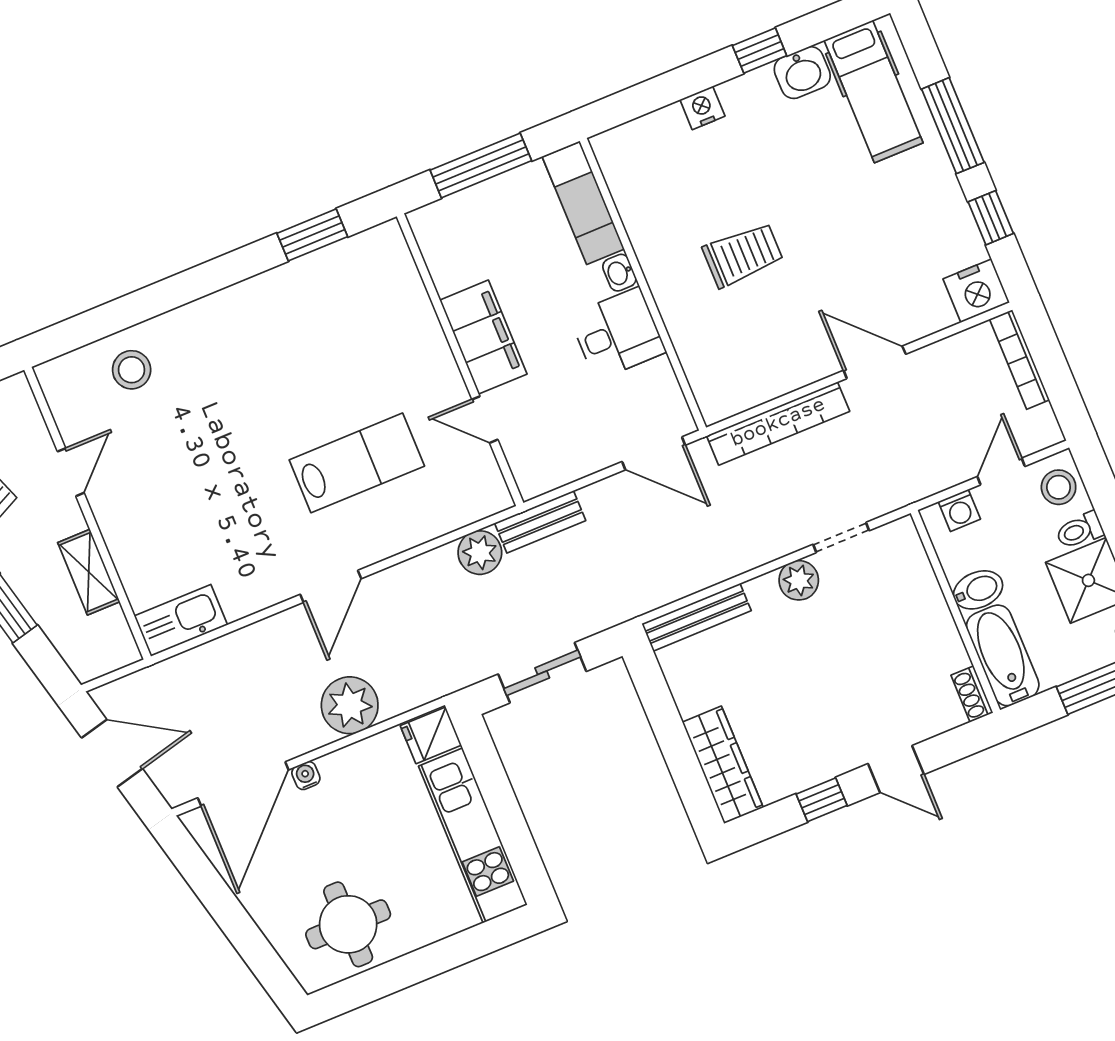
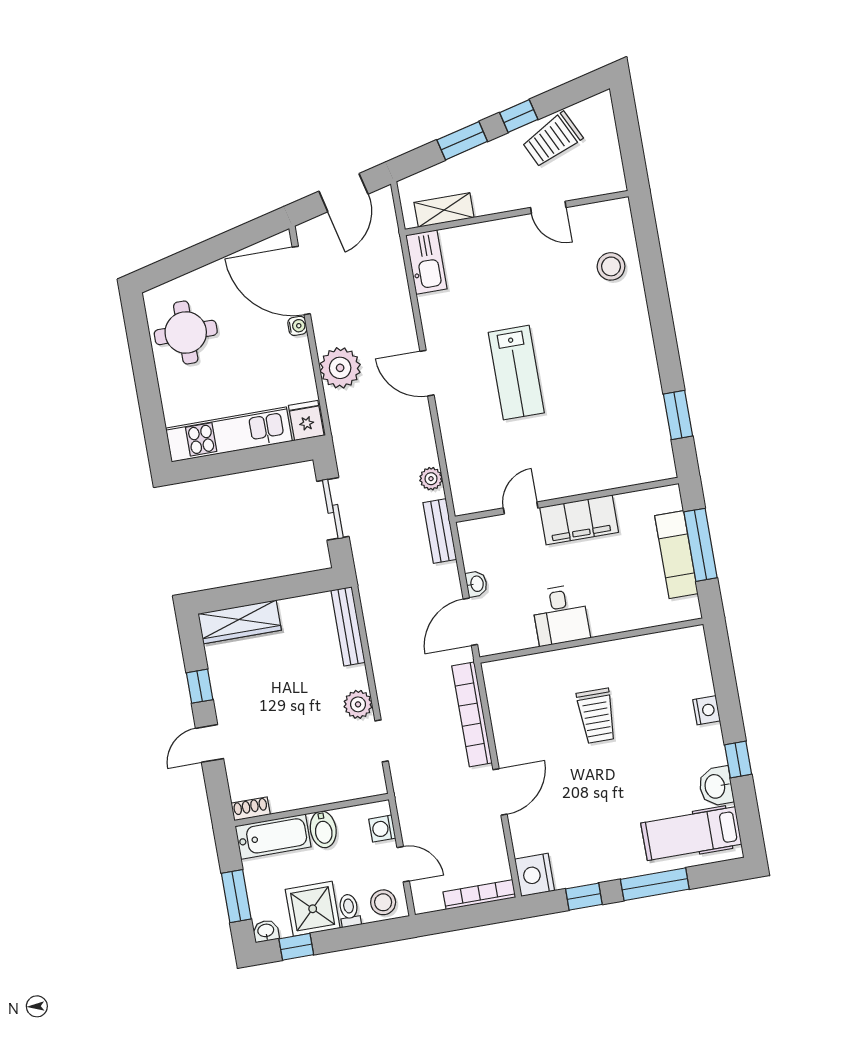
exam couch: (583, 203) -> (676, 555), moved, turned -90
washbasin: (619, 273) -> (476, 584), moved, turned 90
lab bench: (357, 463) -> (516, 373), moved
plant: (480, 553) -> (431, 479), width x0.73, depth x0.73
shelving: (89, 572) -> (444, 210), moved

